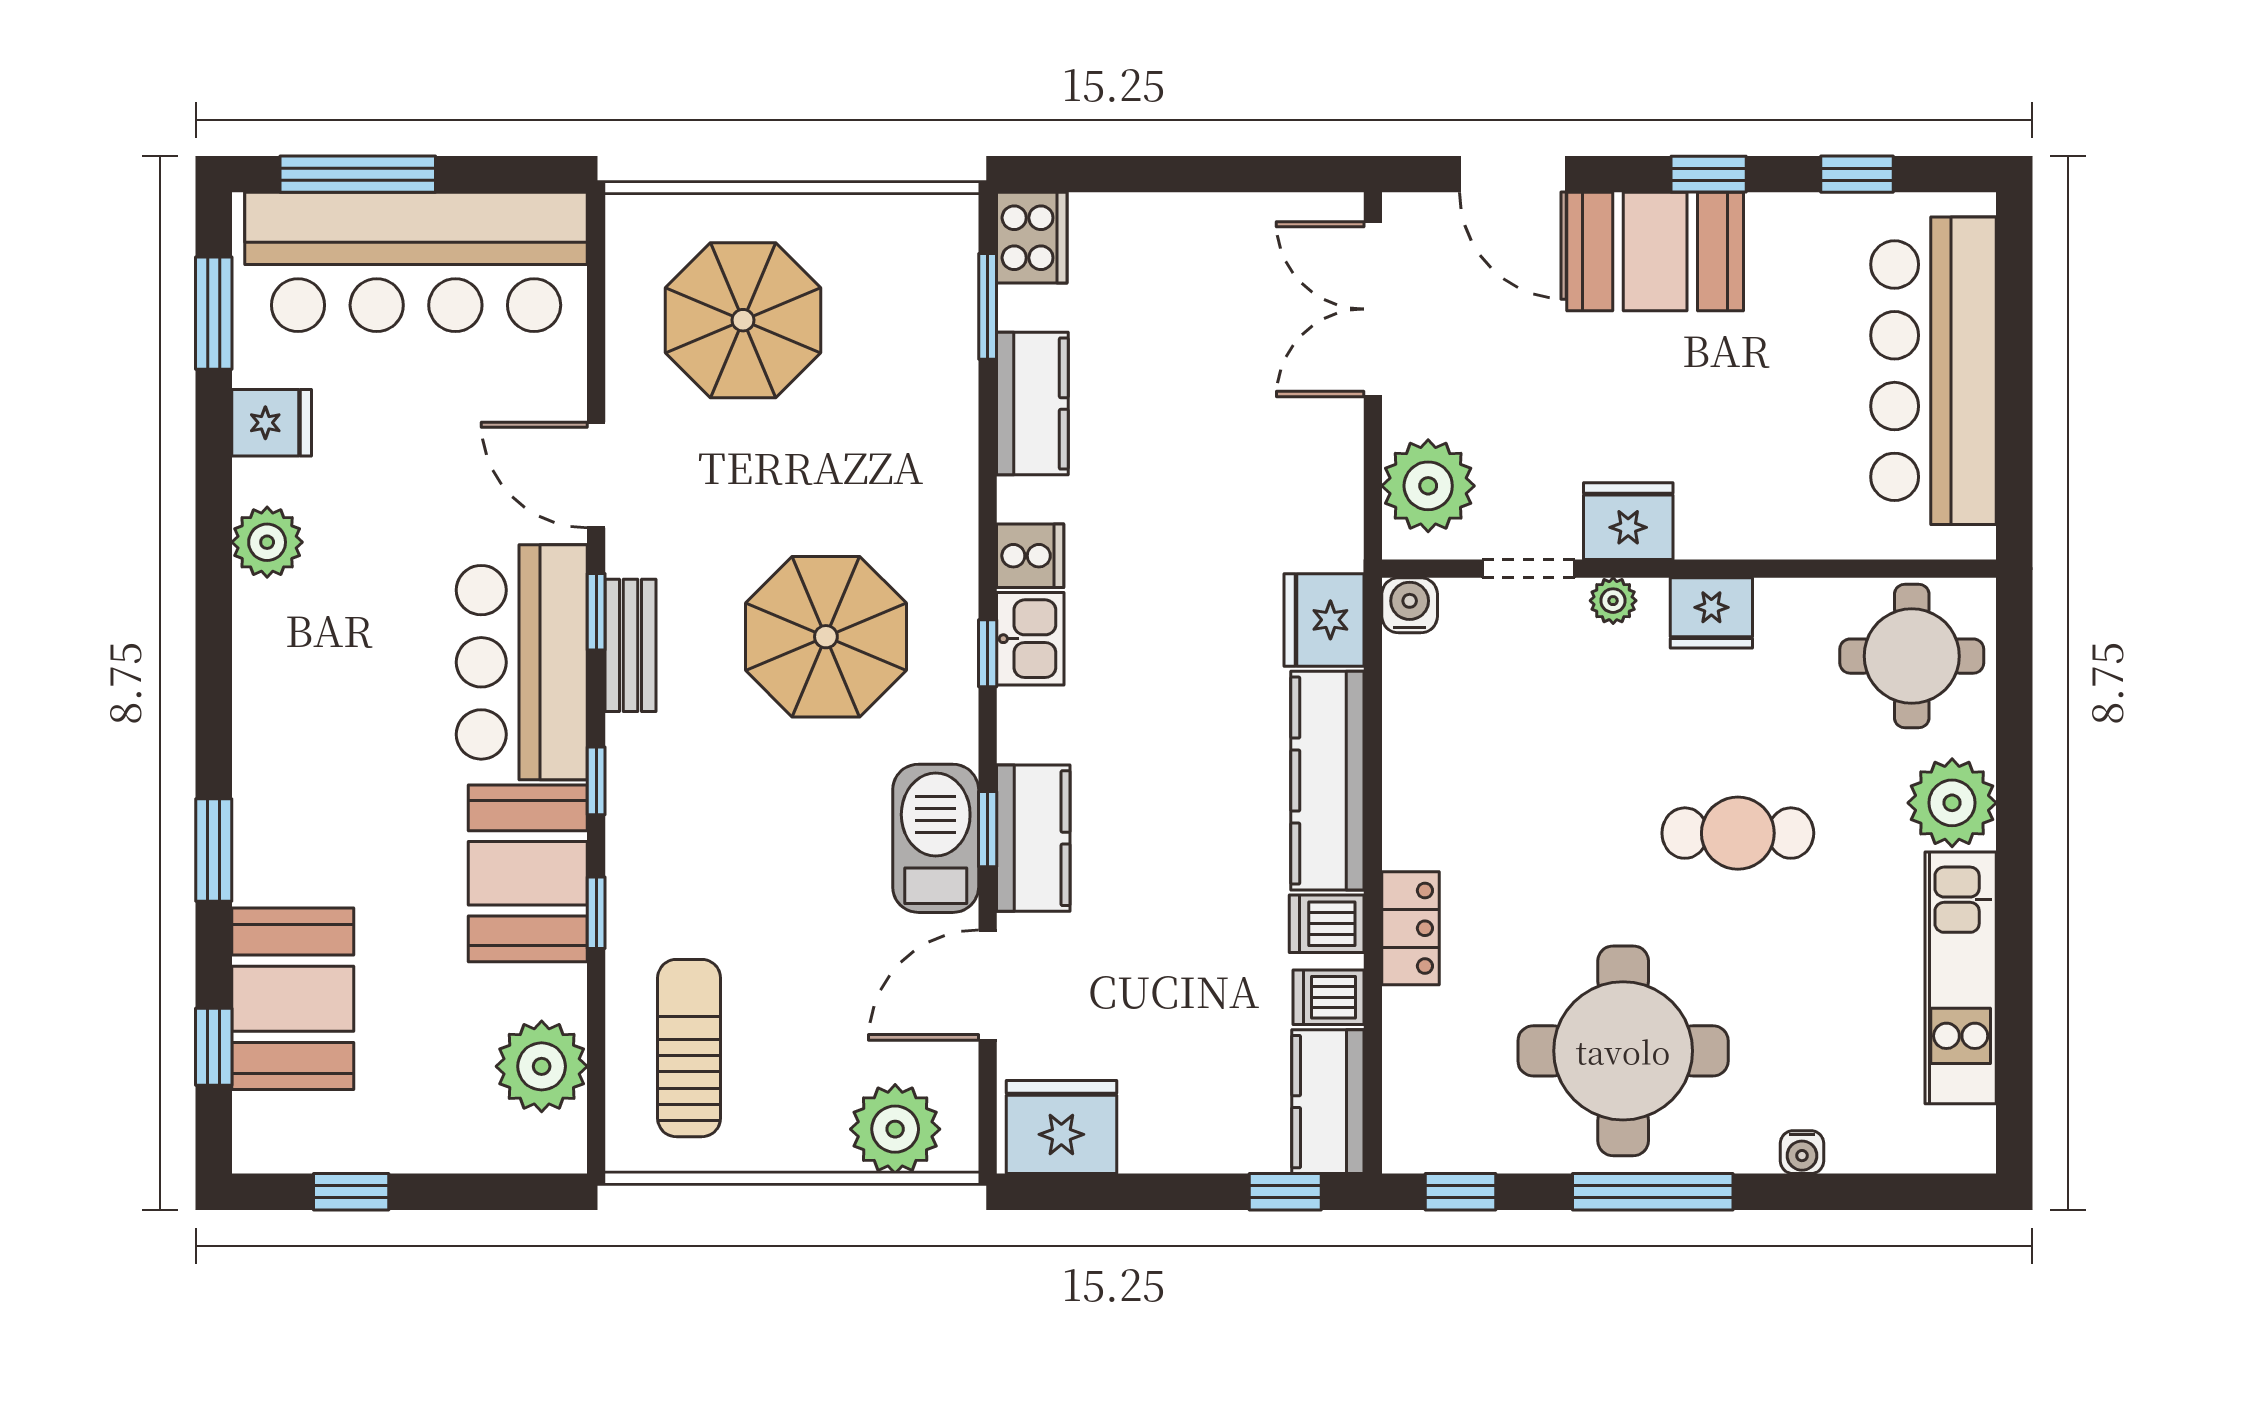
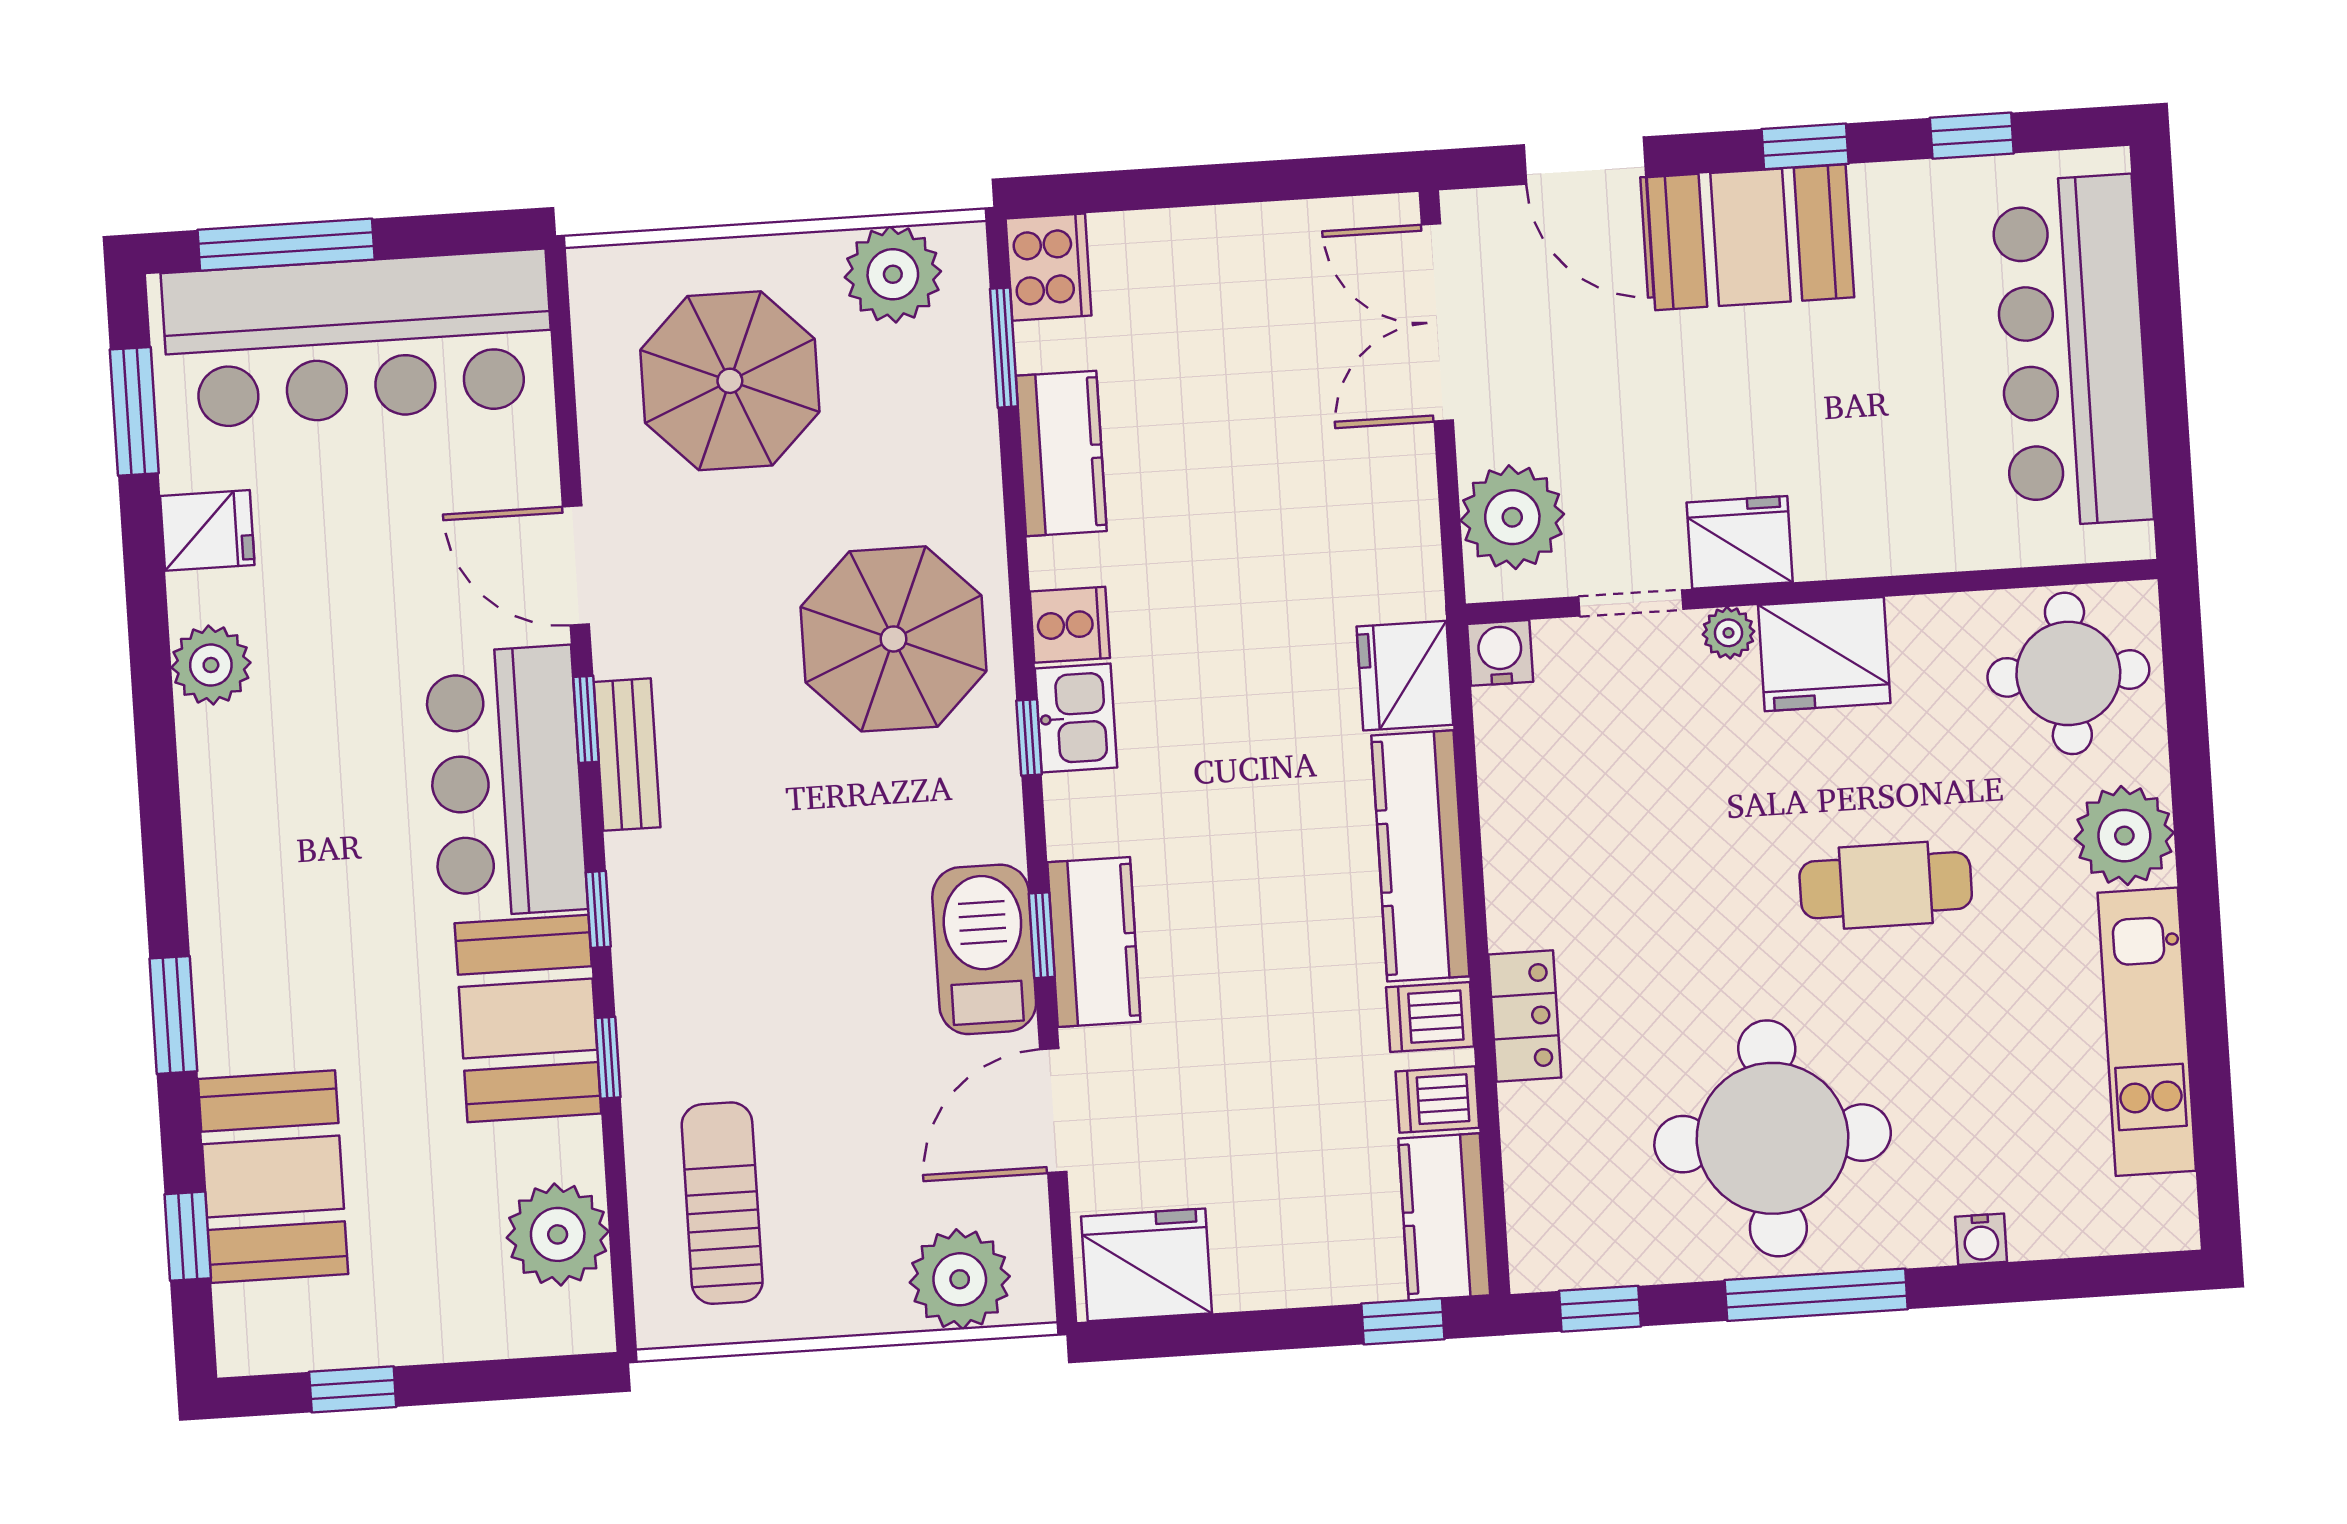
plant: (893, 235) -> (893, 274), added
fridge: (1711, 613) -> (1824, 654), width x1.36, depth x1.34
parasol: (826, 637) -> (894, 639), moved

